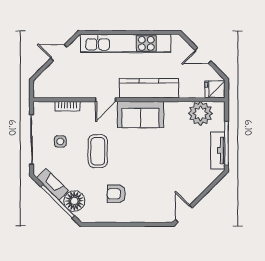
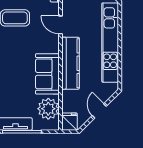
sofa: (140, 115) -> (47, 74), moved

